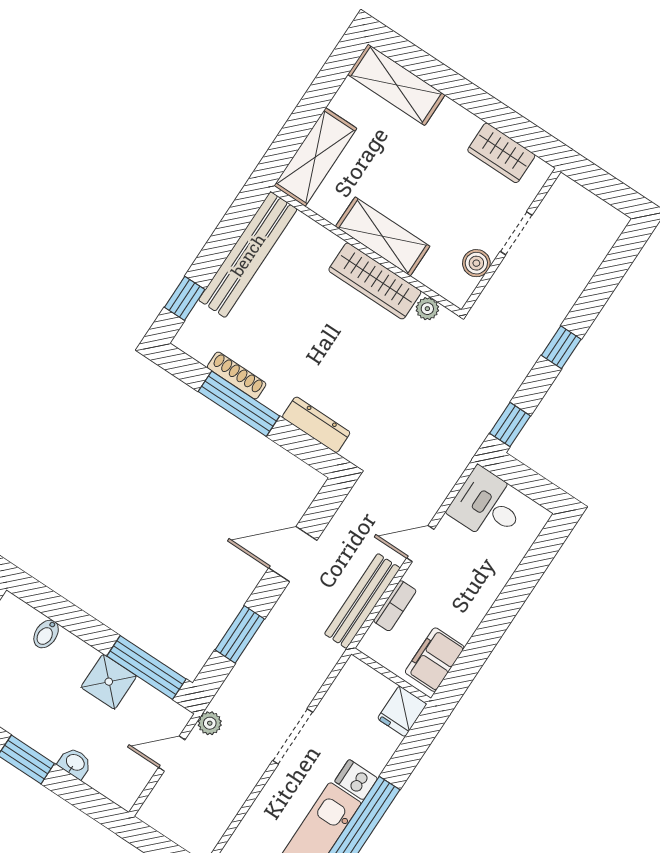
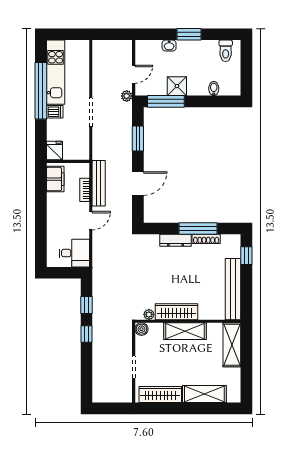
shelving: (396, 85) -> (204, 394), moved
wardrobe: (501, 153) -> (160, 395), width x1.50
boiler: (476, 263) -> (141, 329), moved
dresser: (316, 425) -> (176, 240), moved
window: (510, 425) -> (87, 305), moved

